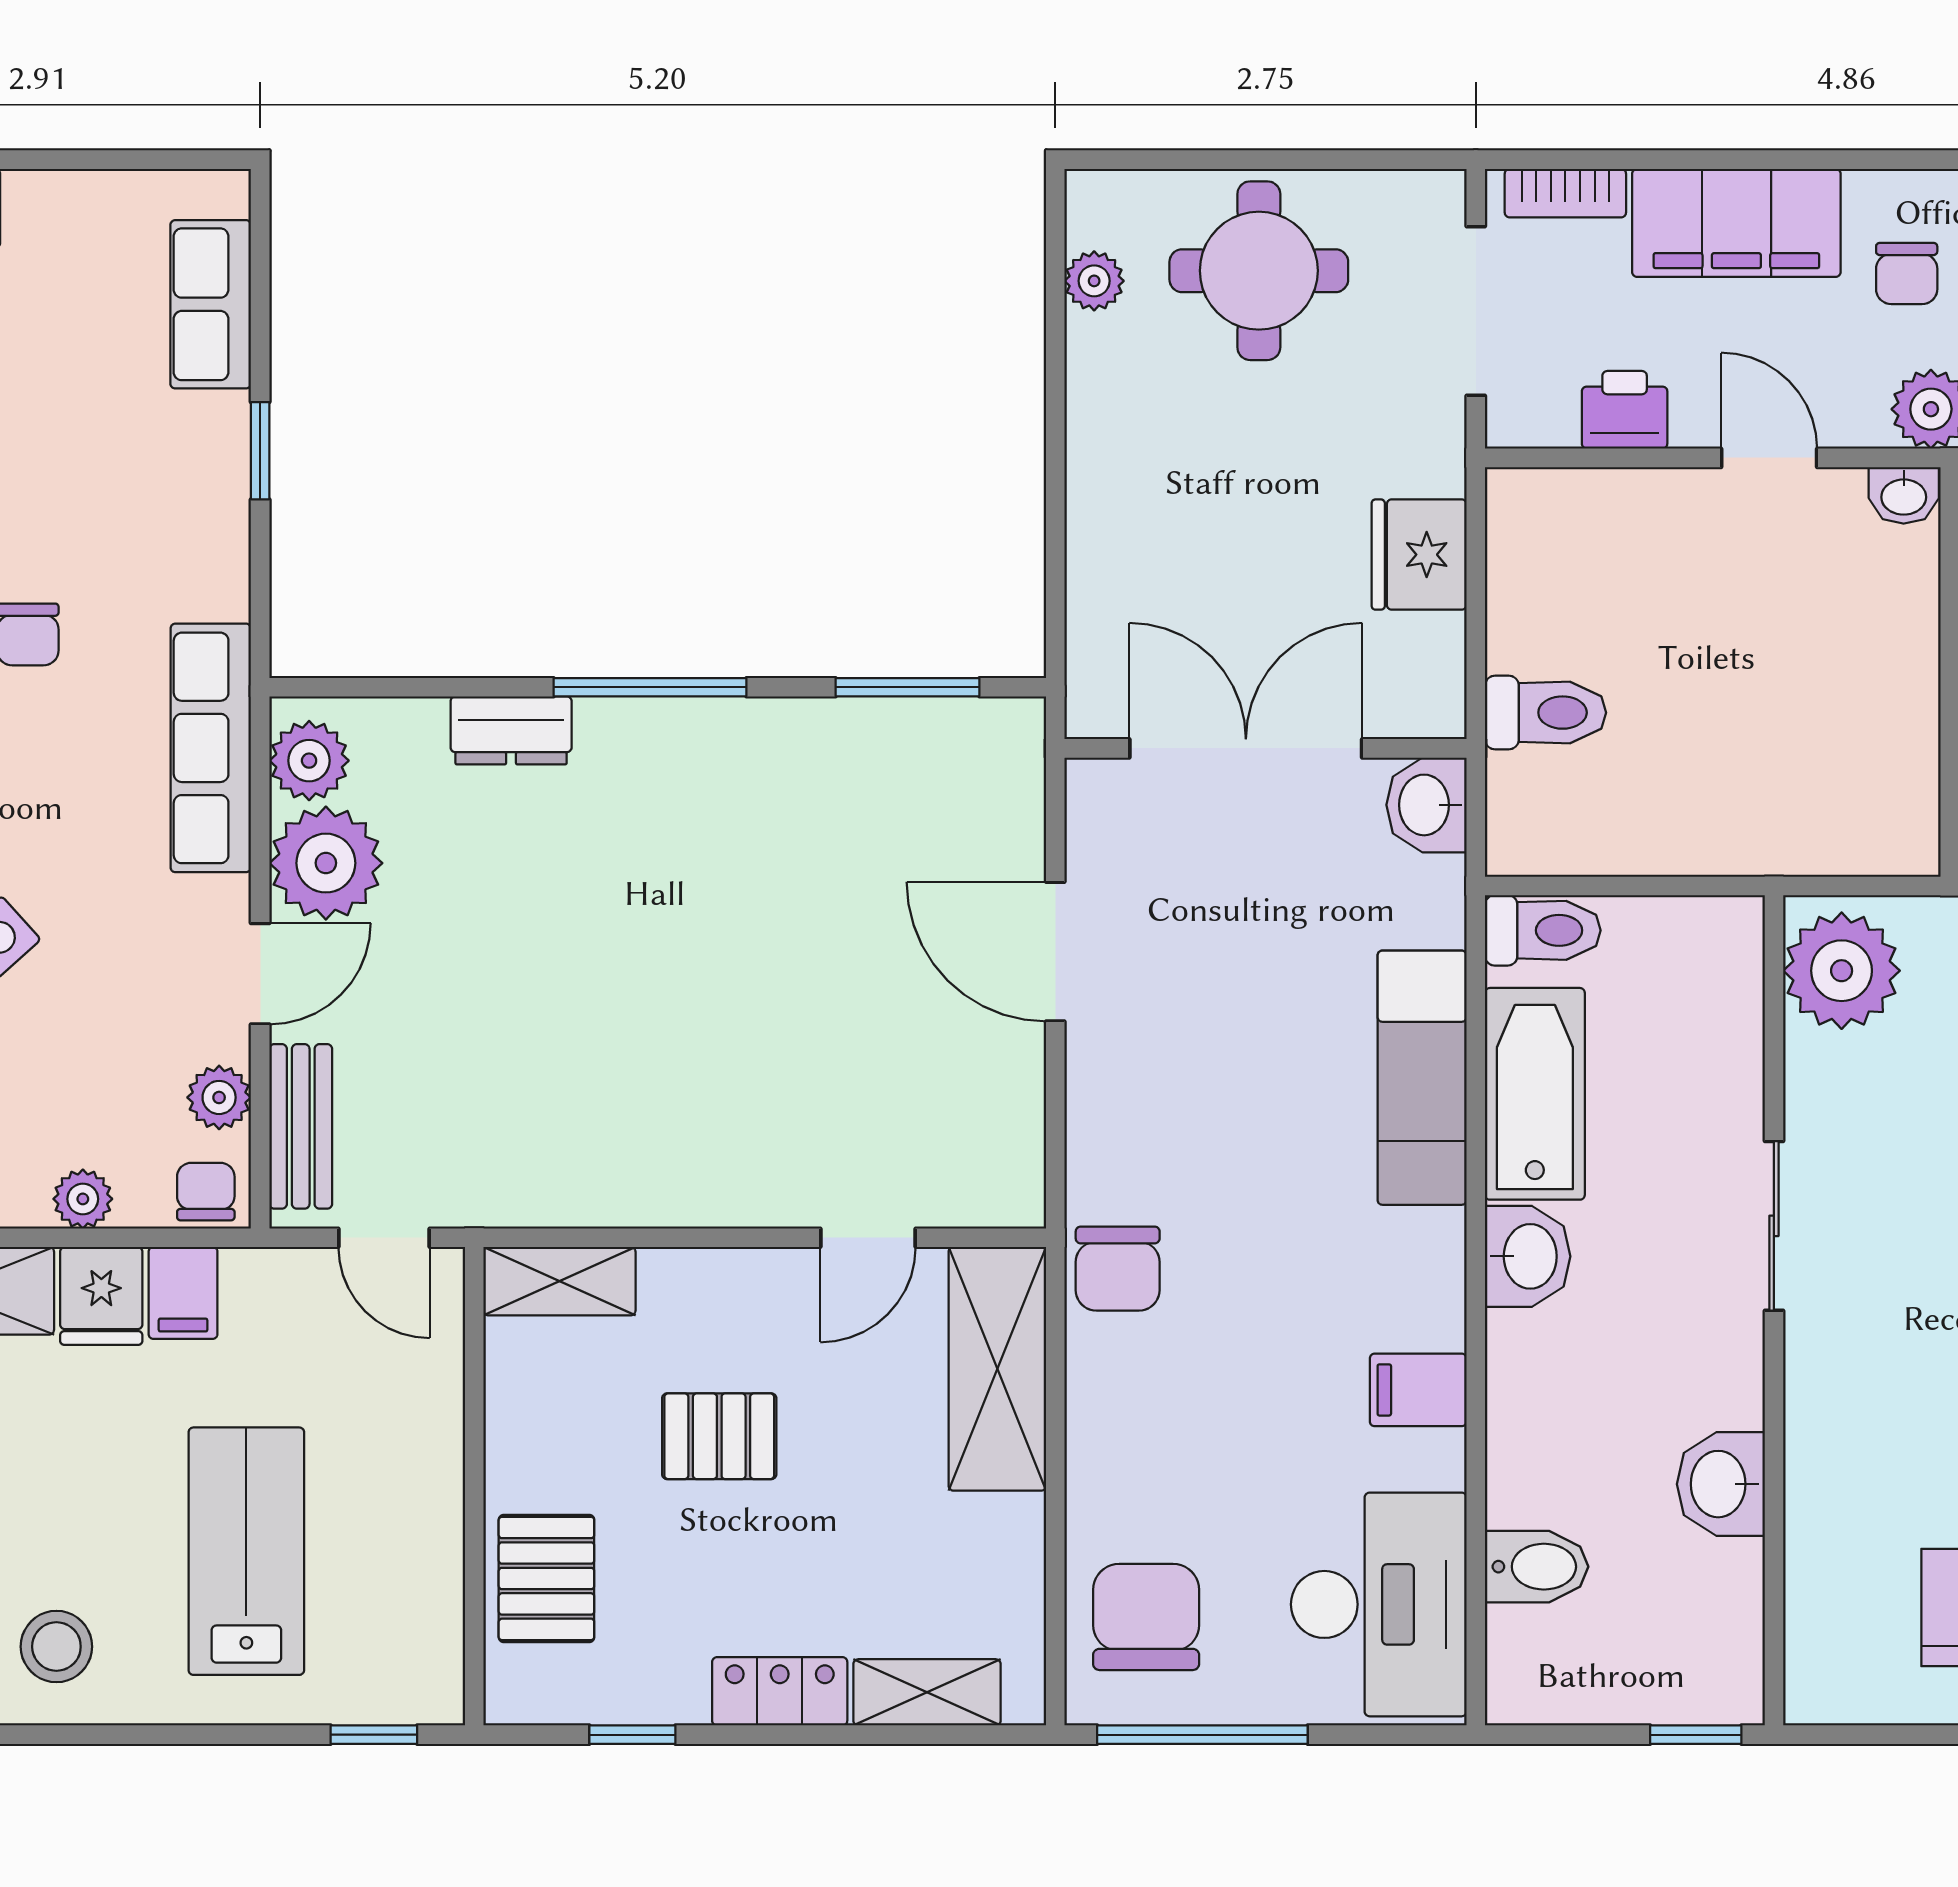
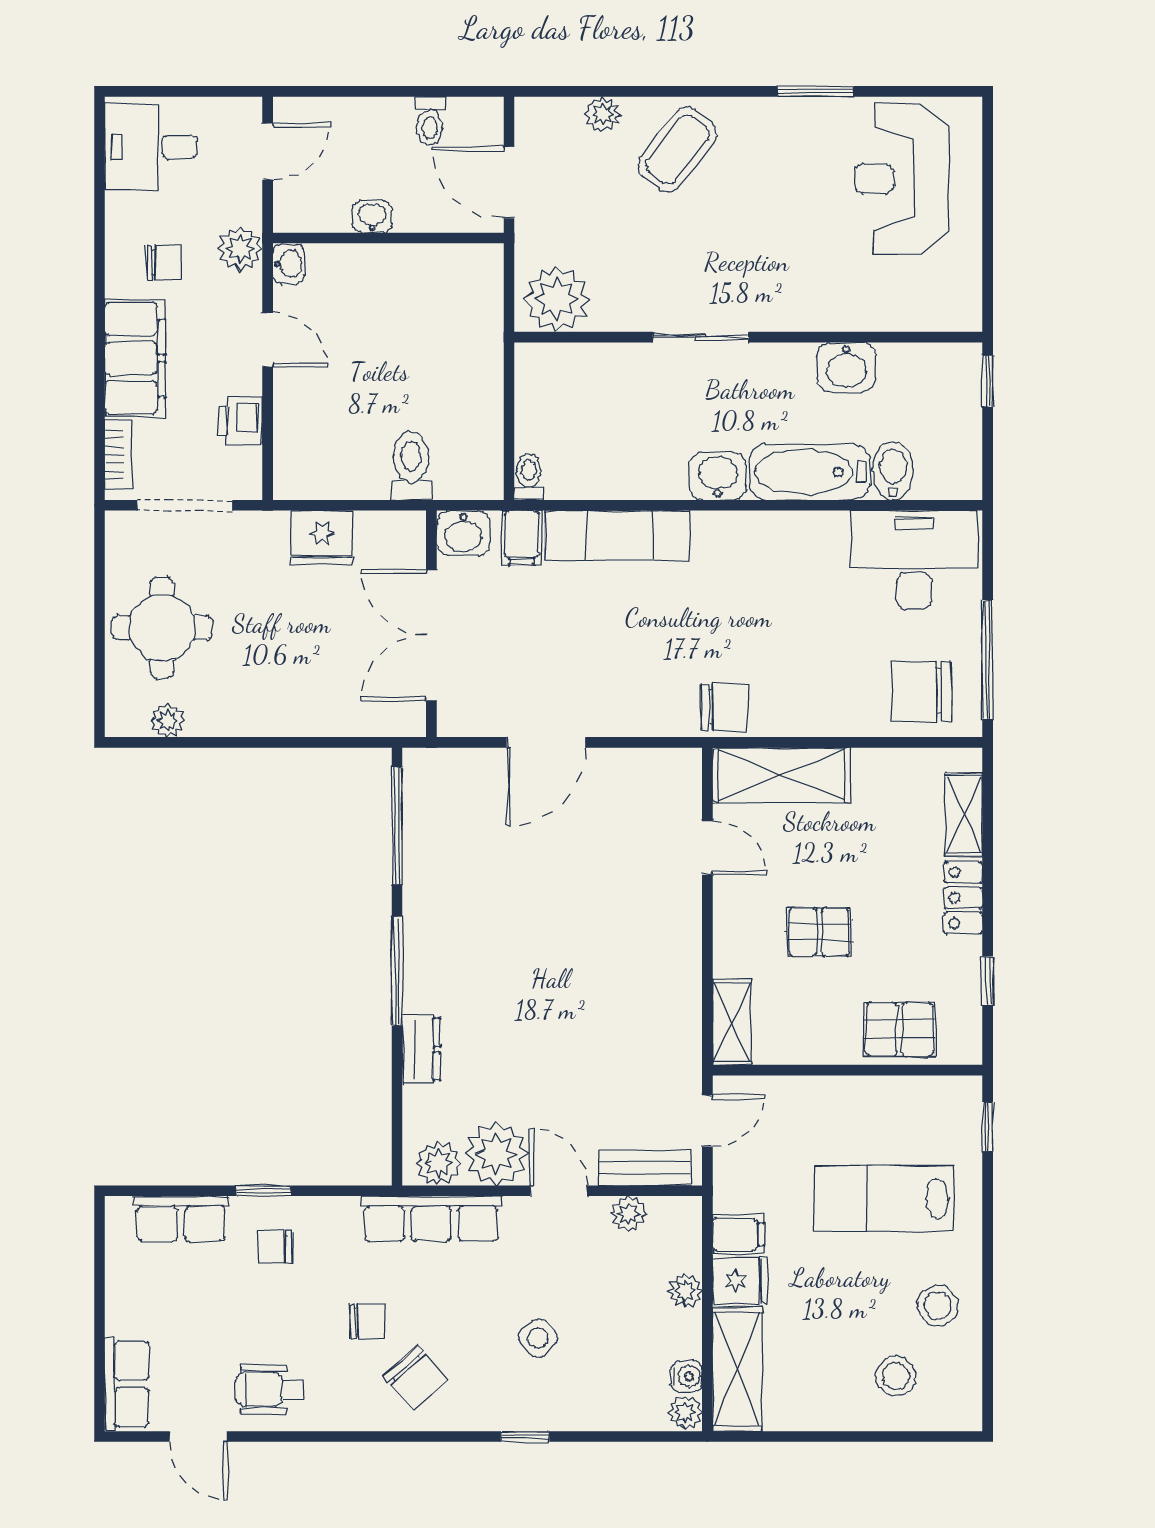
door: (1769, 458) -> (268, 340), swing flipped
window: (907, 687) -> (397, 826), width x1.44
toilet: (1543, 930) -> (529, 477), width x0.73, depth x0.72
bathtub: (1535, 1094) -> (810, 472), moved
chair: (206, 1192) -> (276, 1247), moved
filing cabinet: (1418, 1390) -> (522, 538), moved
pallet: (719, 1436) -> (819, 932), turned 90

